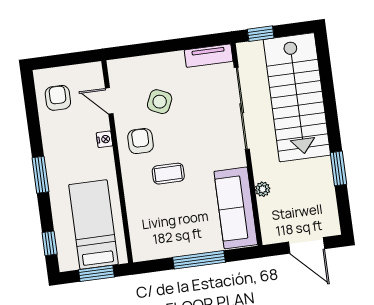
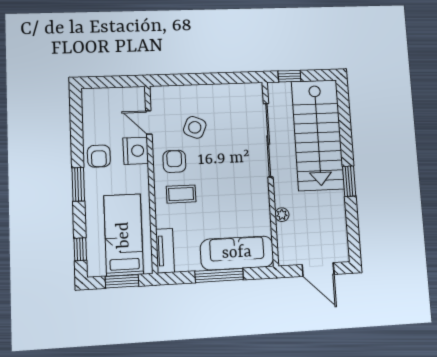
tv unit: (209, 56) -> (165, 251), moved, turned -90
armchair: (58, 98) -> (99, 156), moved, turned 180
nightstand: (104, 139) -> (136, 151), width x1.89, depth x1.79
window: (338, 168) -> (349, 181), moved
coffee table: (168, 174) -> (181, 194), moved
sofa: (236, 208) -> (237, 253), moved, turned 90

